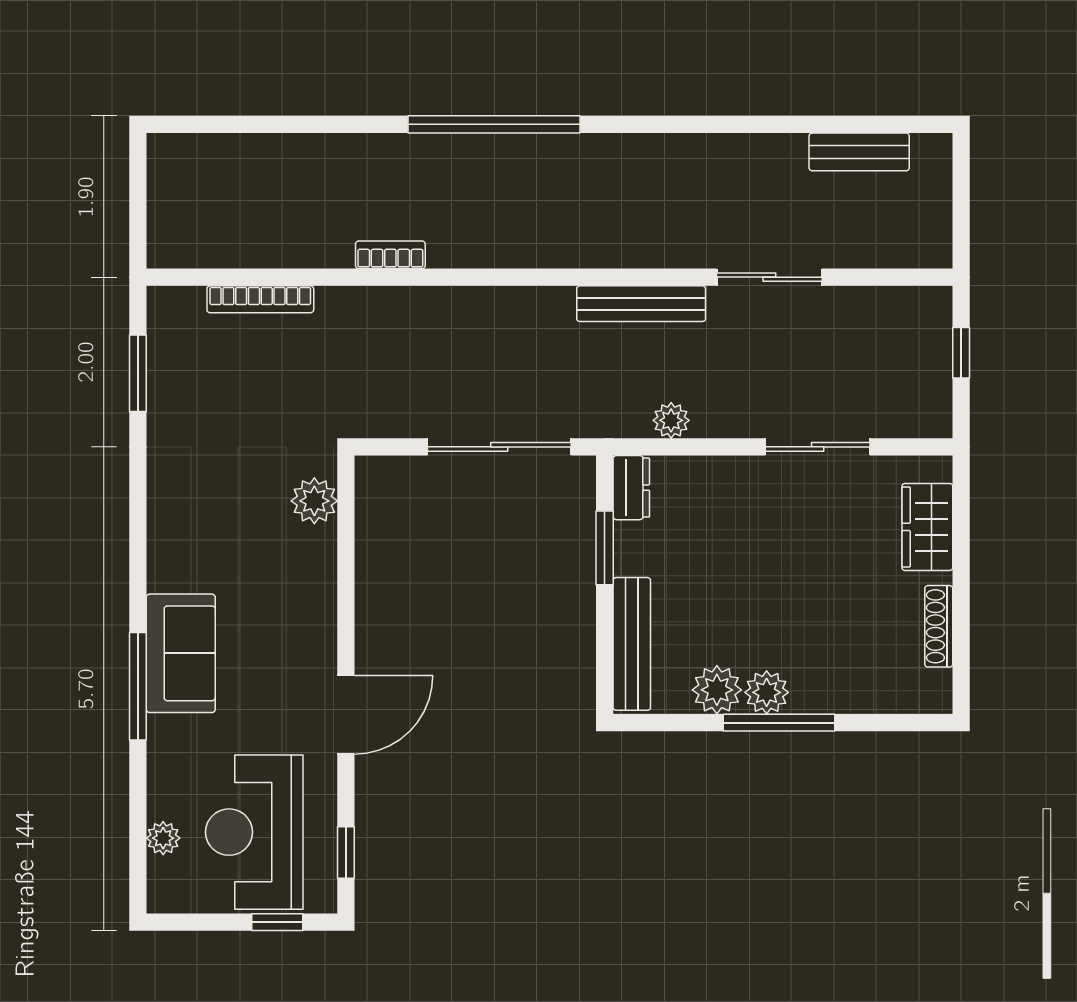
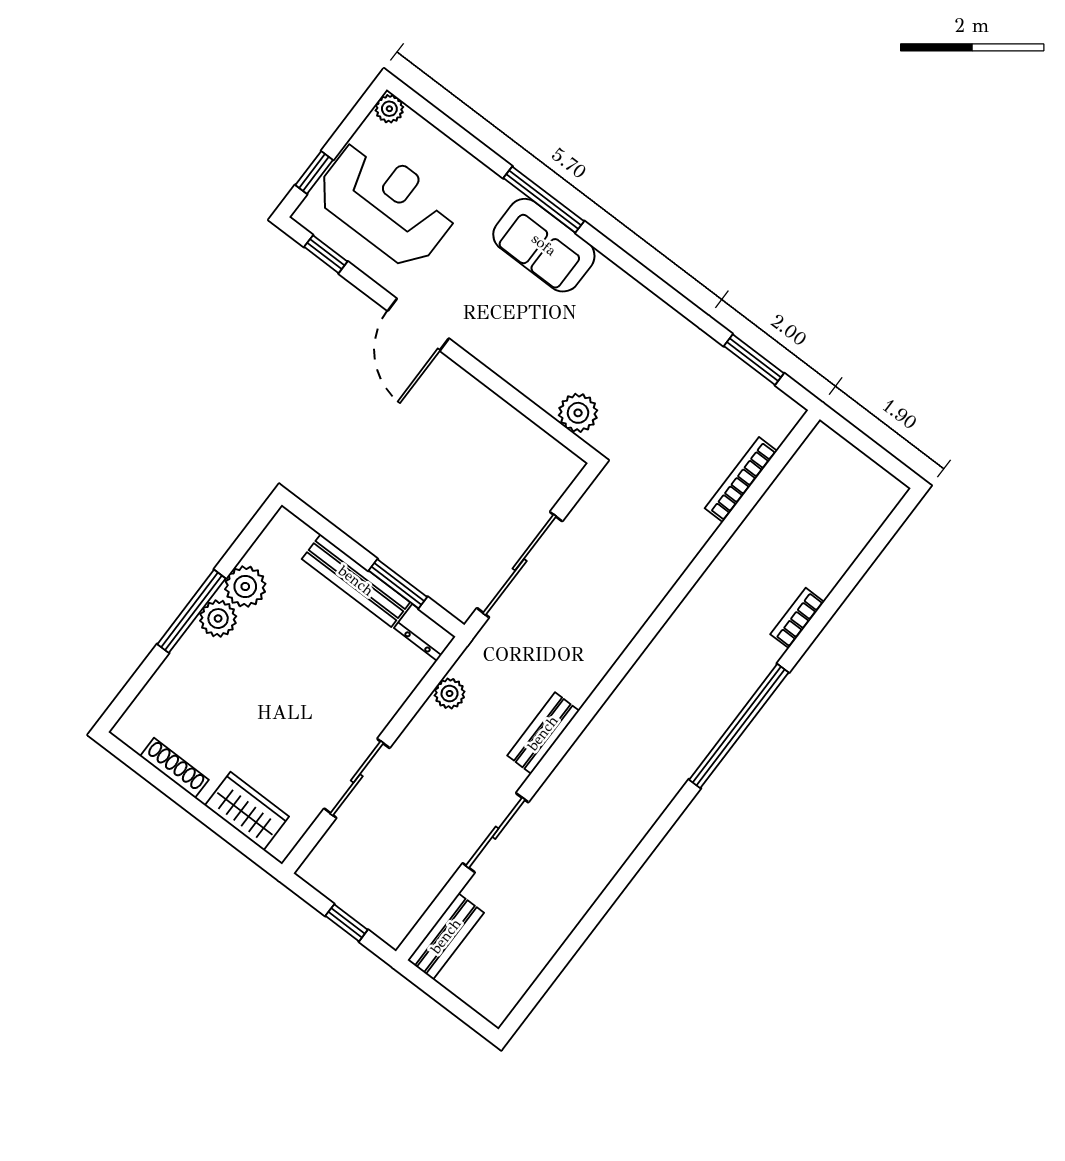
bench: (859, 152) -> (446, 936), moved
bookcase: (390, 255) -> (797, 618), moved, turned 180
bench: (641, 304) -> (543, 733), width x0.73
bench: (632, 644) -> (356, 581), moved
plant: (163, 838) -> (389, 109), moved

